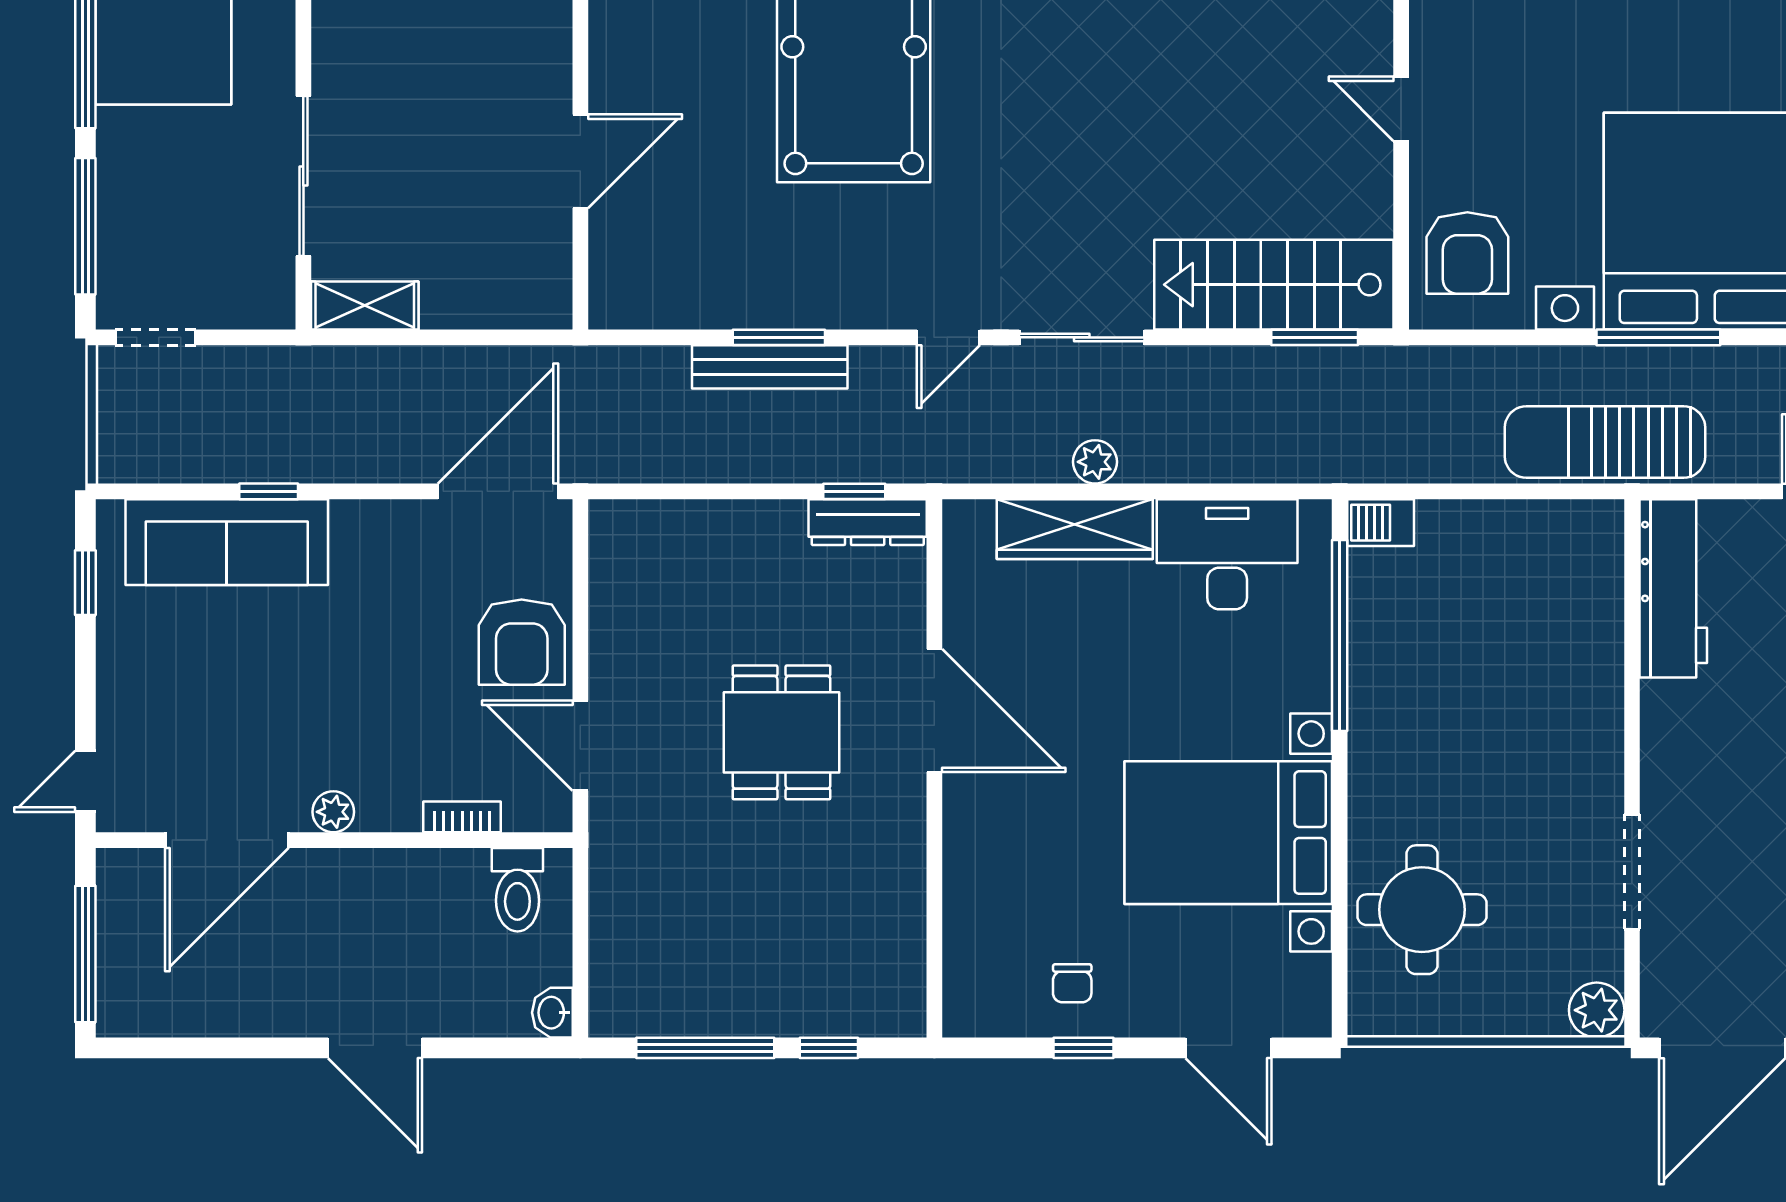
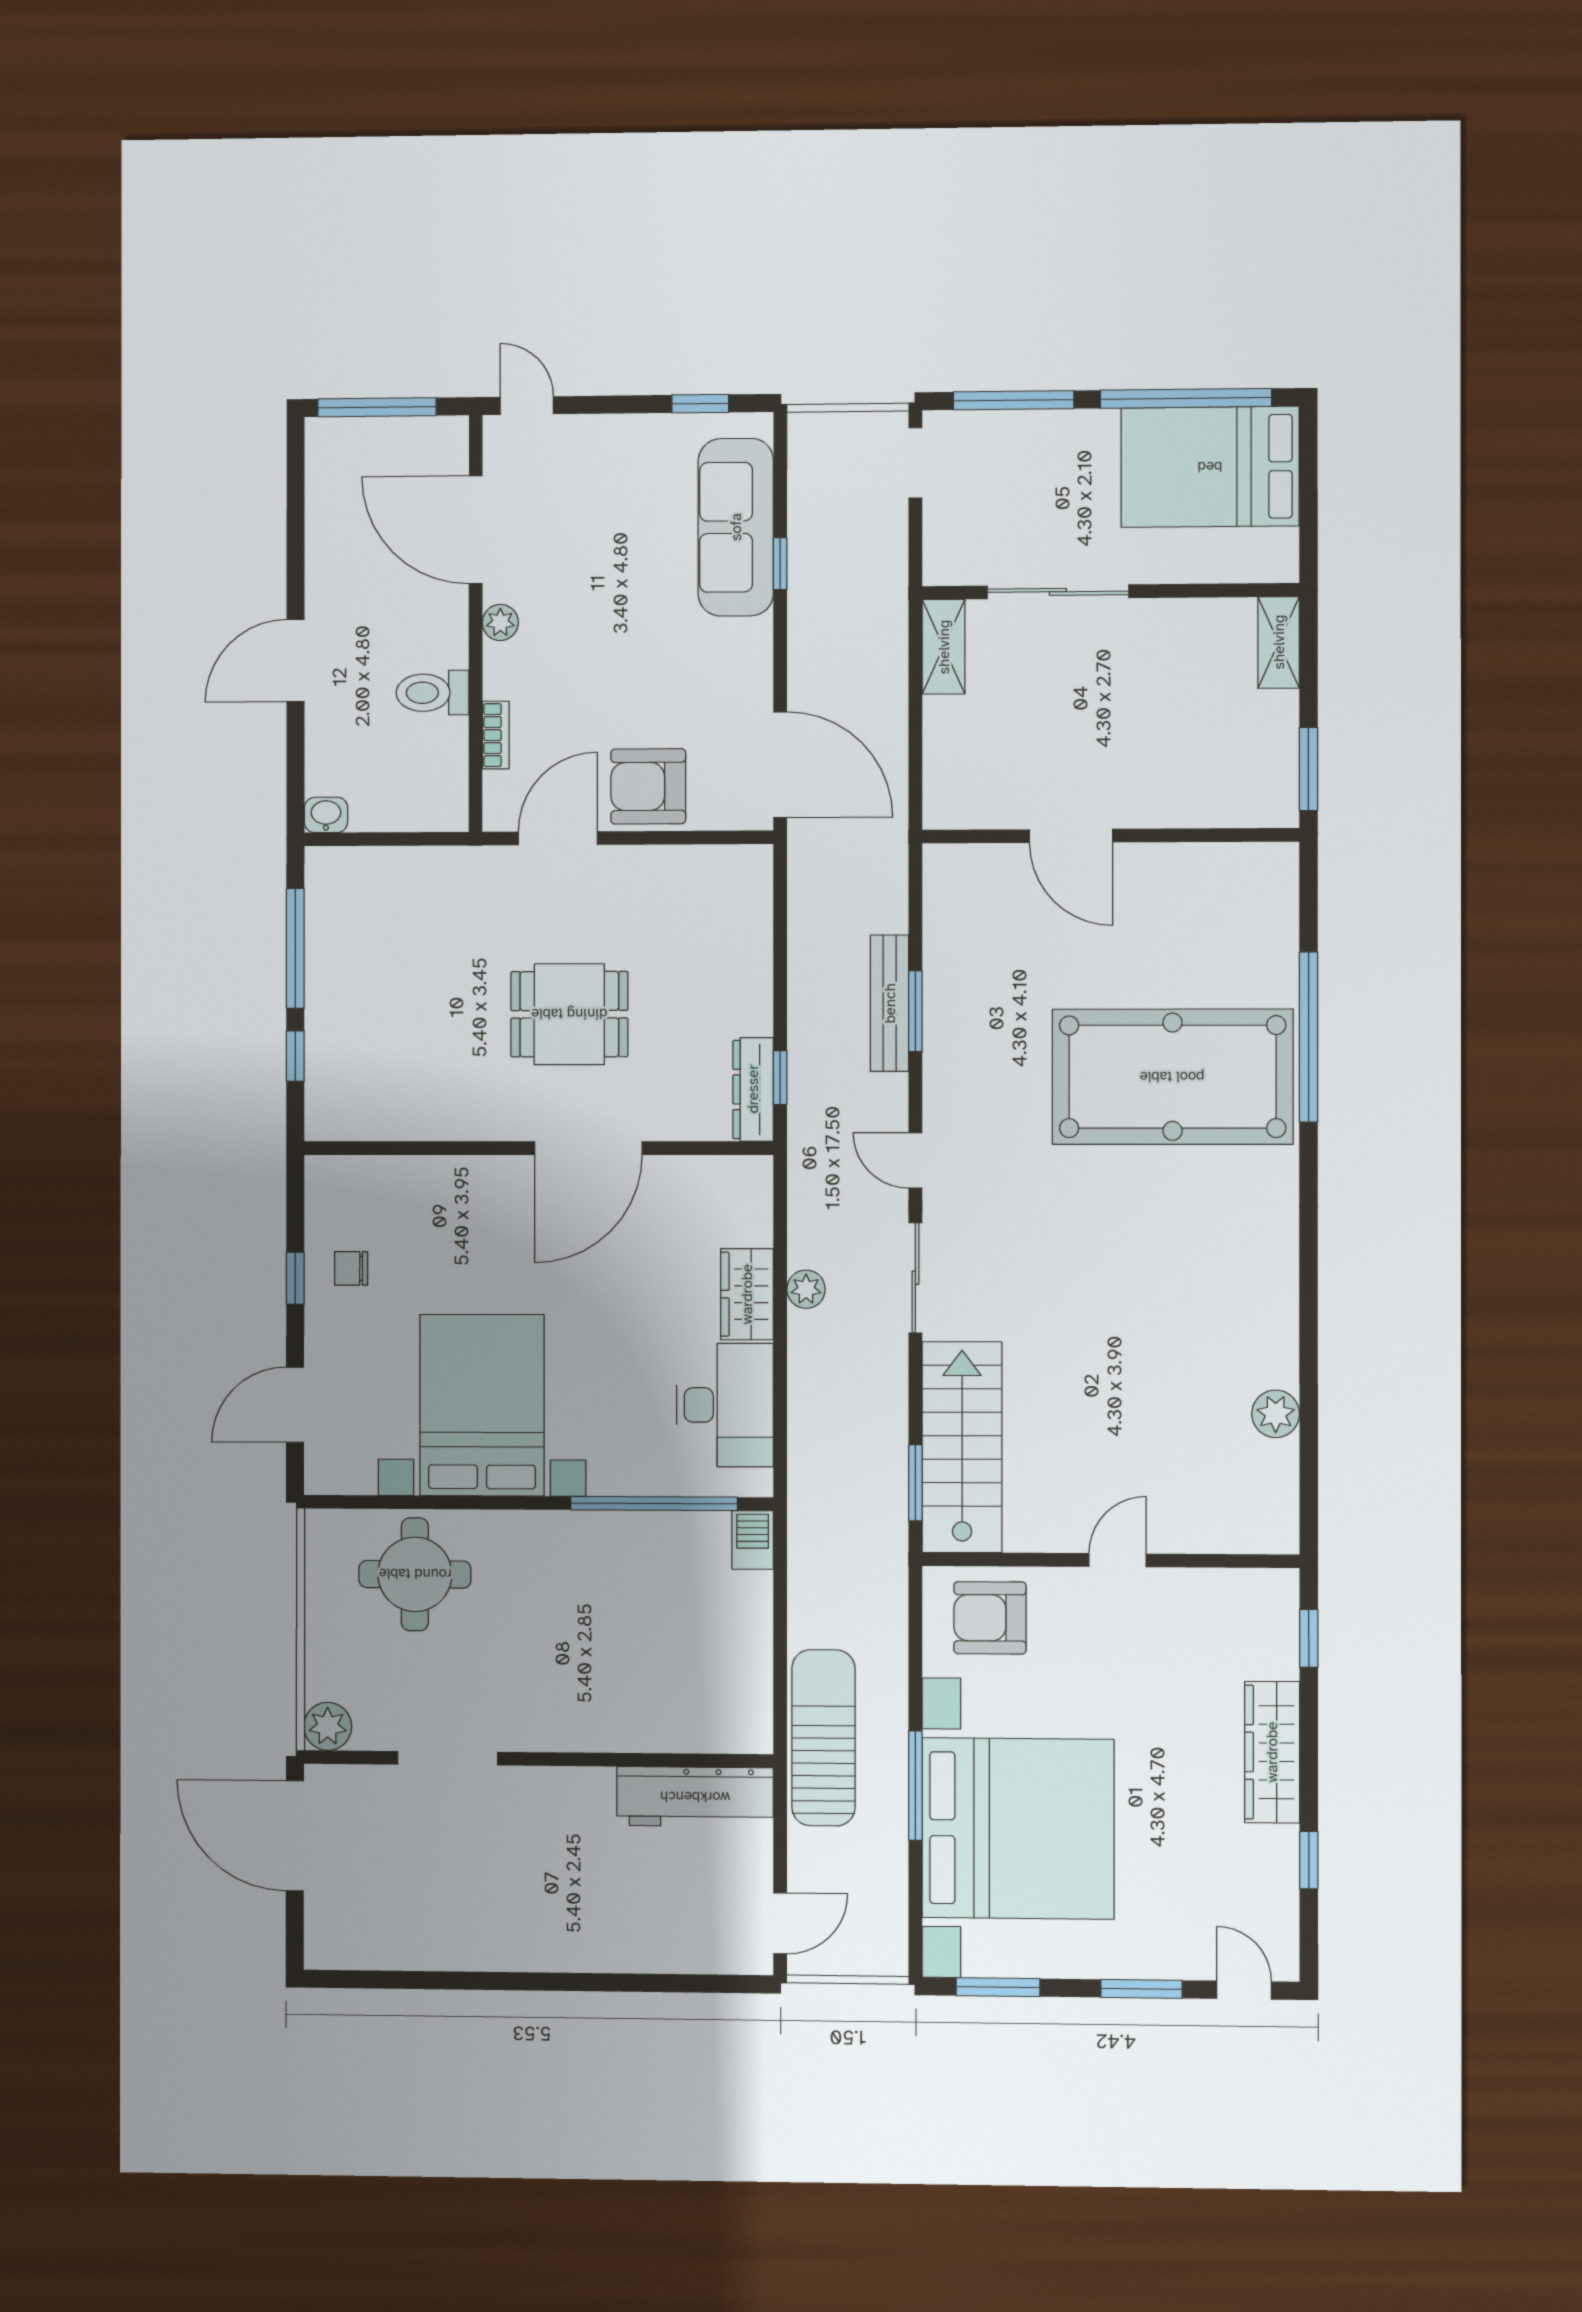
wardrobe: (1075, 529) -> (747, 1294), width x0.67
toilet: (517, 890) -> (433, 693), moved

